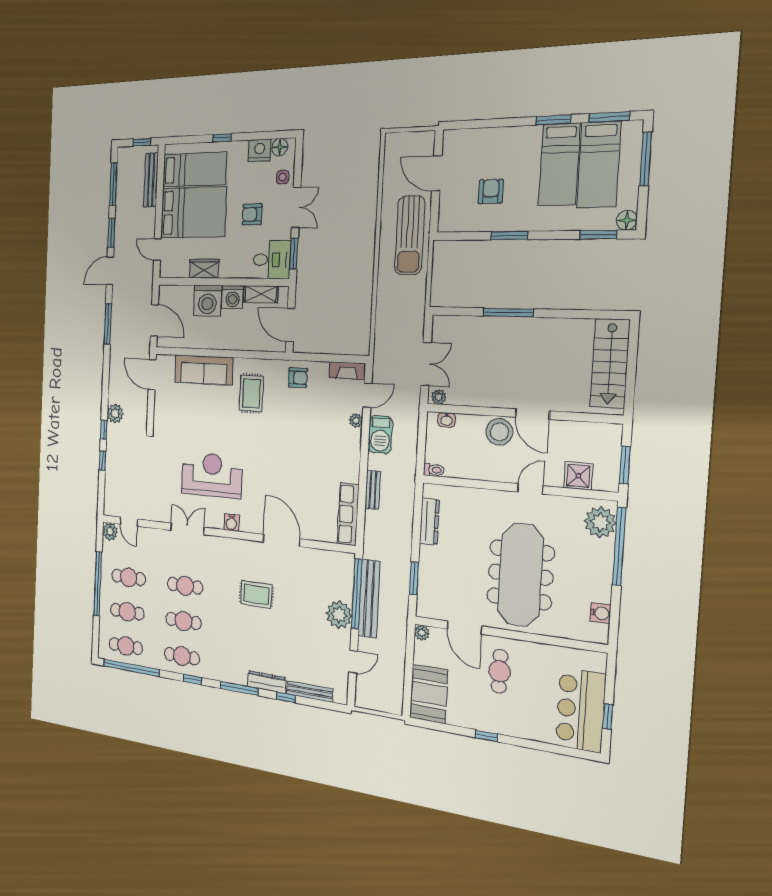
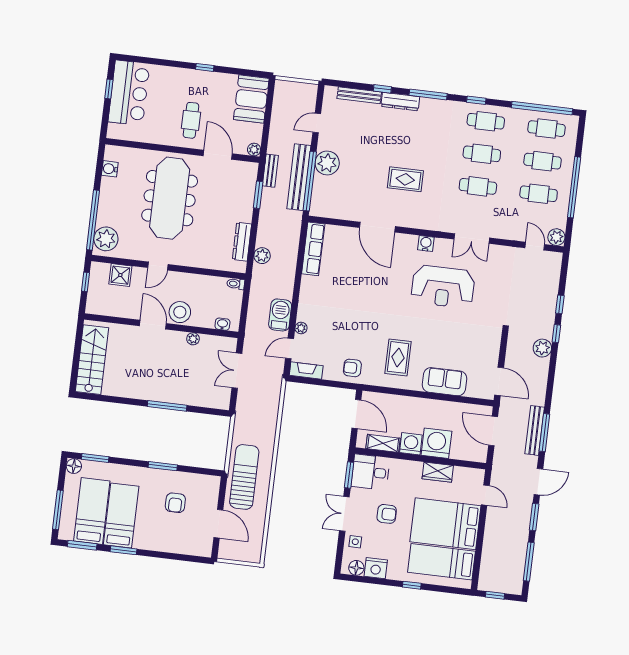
bench: (151, 180) -> (535, 430), moved
sofa: (204, 370) -> (445, 382), width x0.73
plant: (439, 397) -> (193, 339), moved
window: (625, 465) -> (85, 282), width x0.67
bench: (373, 490) -> (270, 171), moved
plant: (405, 505) -> (262, 256), added

